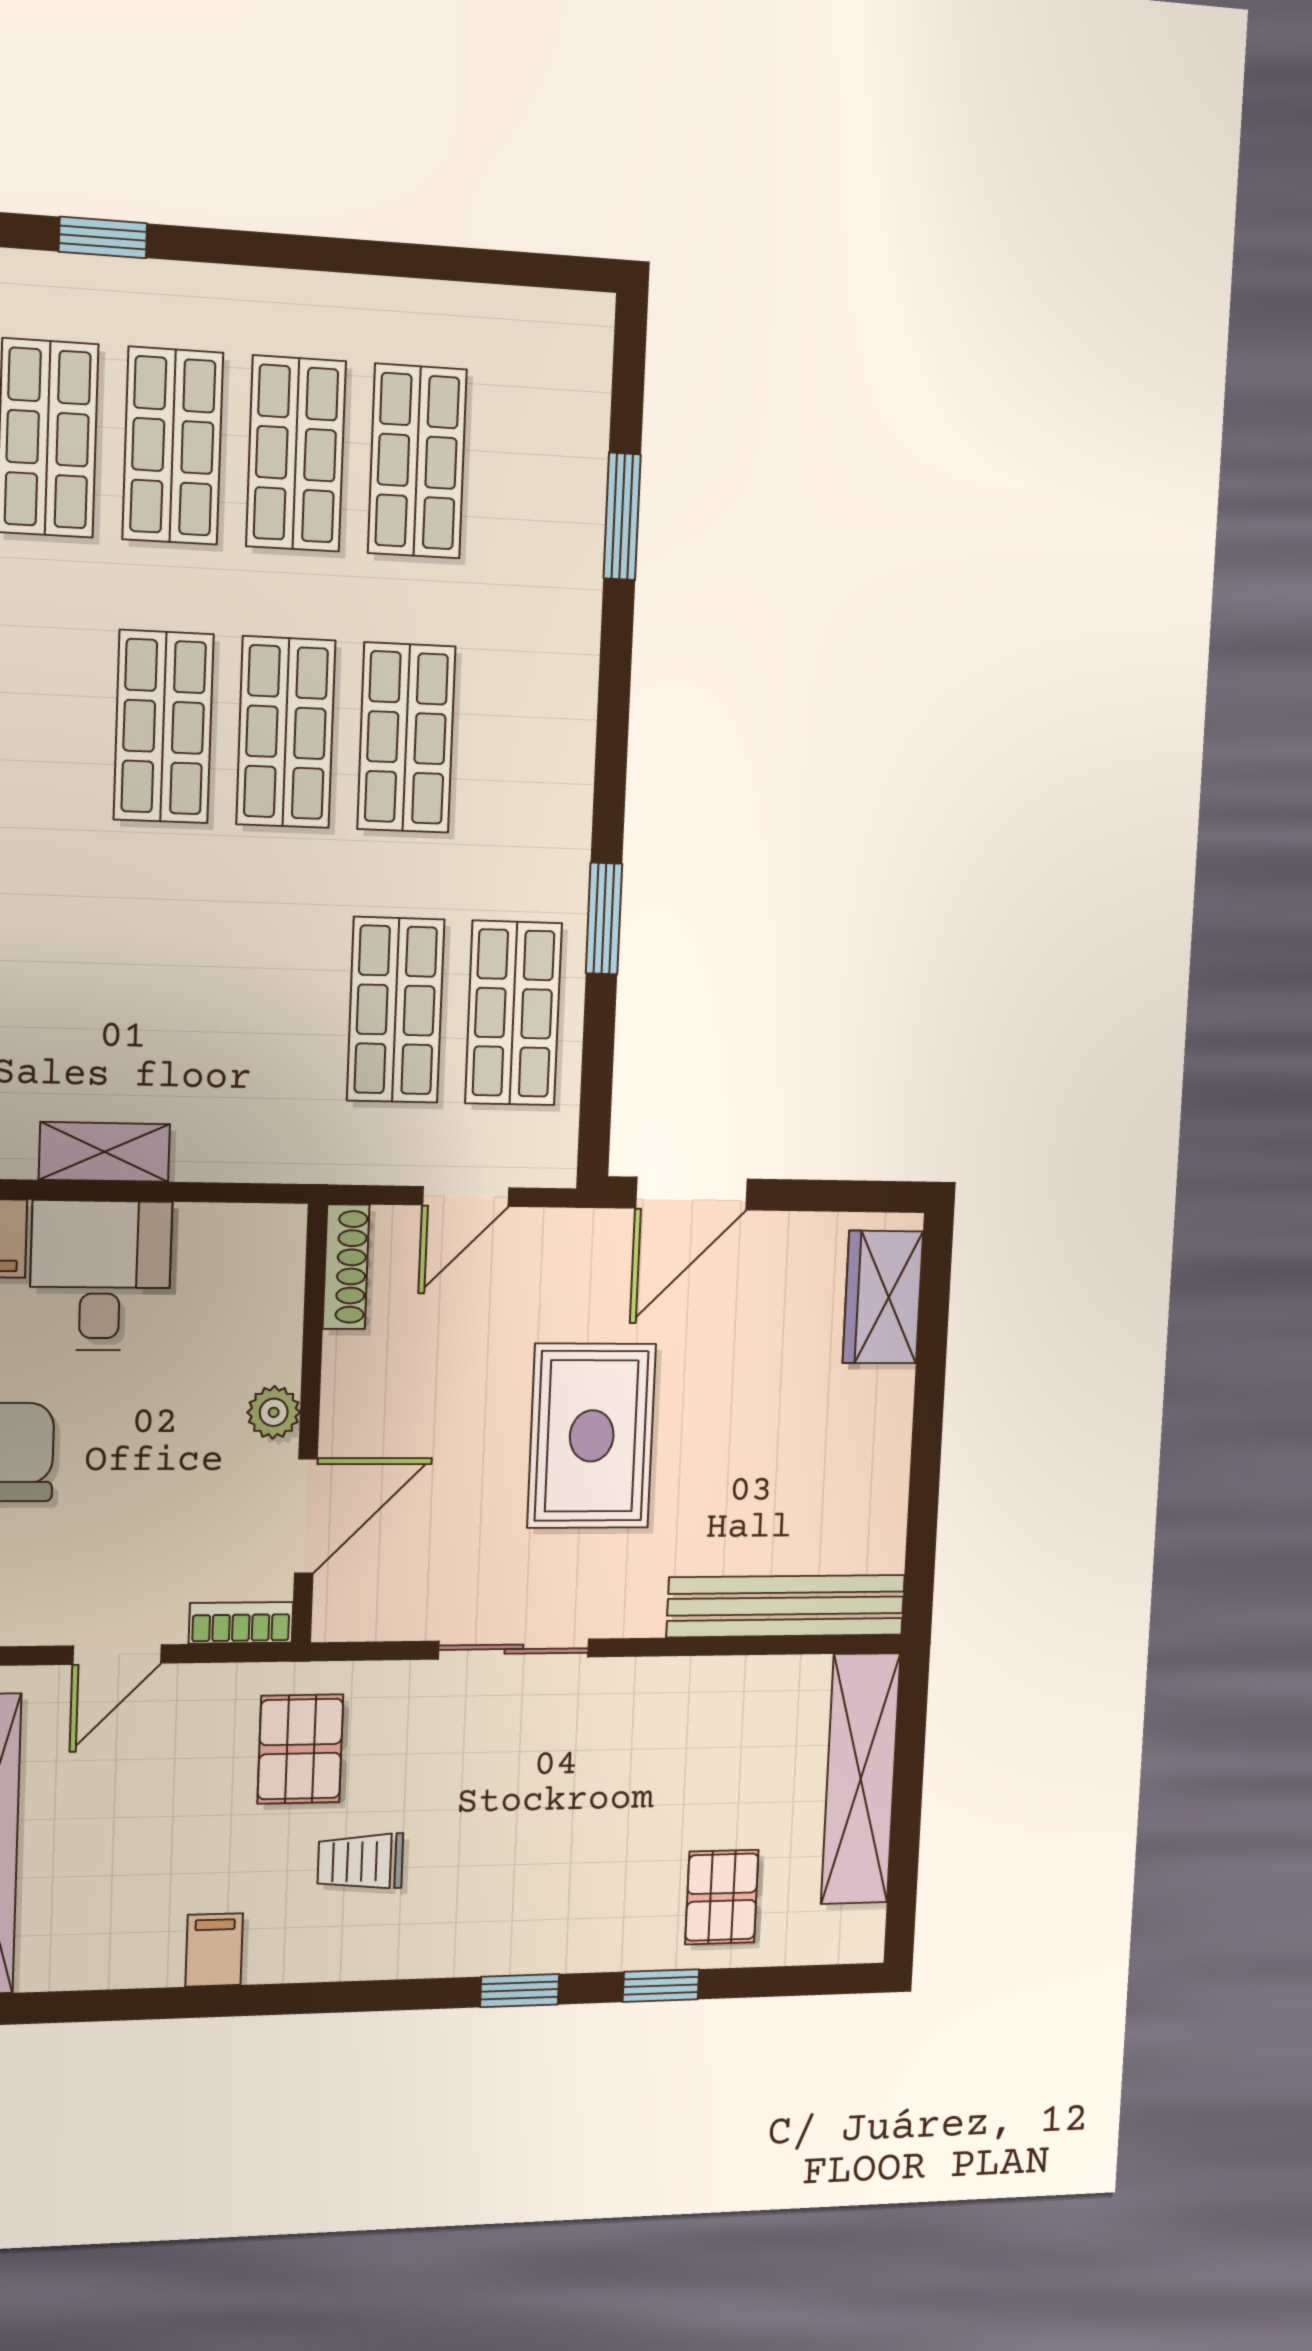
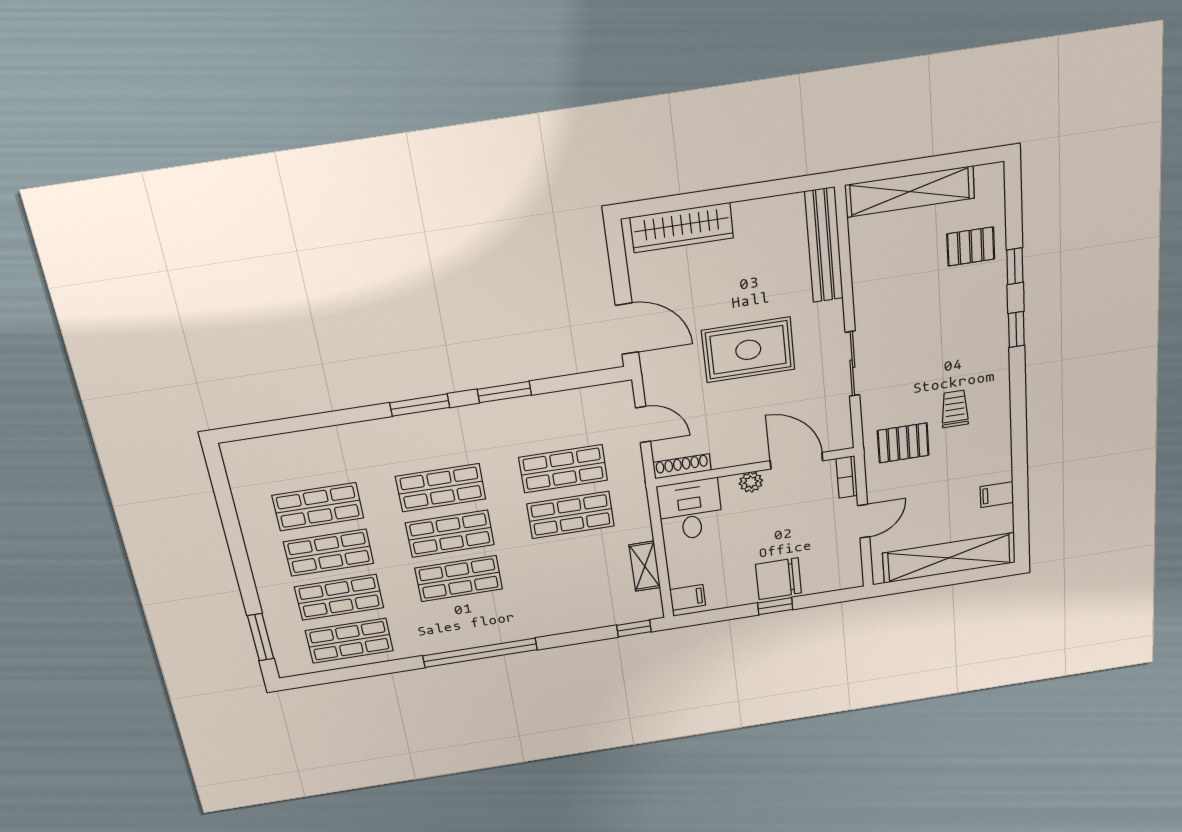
window: (103, 237) -> (261, 637), width x1.50
window: (622, 516) -> (420, 405), moved
shop shelf: (513, 1013) -> (571, 515), moved
desk: (100, 1276) -> (690, 510), moved, turned 90
wardrobe: (883, 1297) -> (682, 228), width x1.50
door: (117, 1654) -> (864, 521), hinge flipped
trolley: (360, 1862) -> (955, 409), turned 180
filing cabinet: (214, 1950) -> (997, 495), moved

